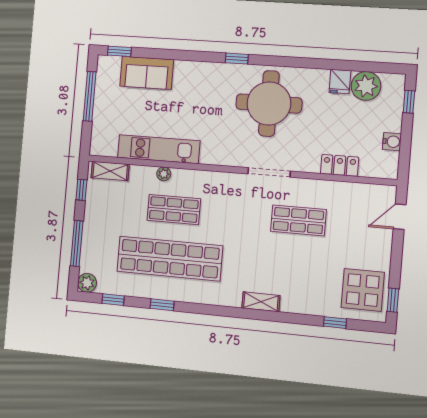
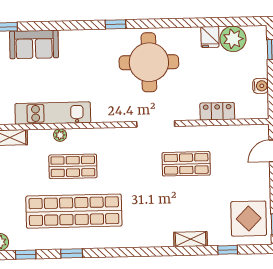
shelving: (261, 302) -> (191, 239), moved

